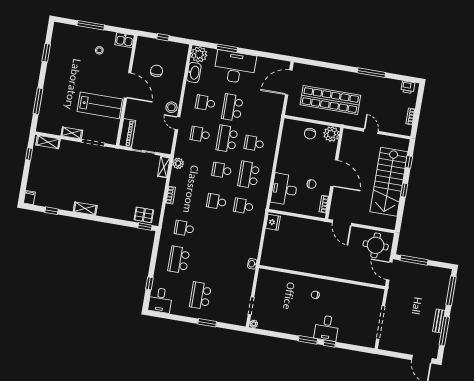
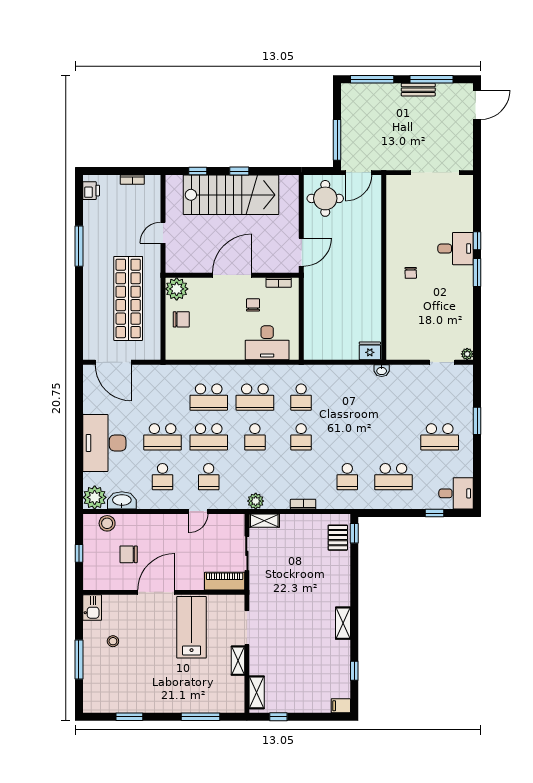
window: (227, 48) -> (79, 459), removed
stool: (171, 107) -> (107, 523), moved
school desk: (254, 143) -> (209, 397), width x1.85
fridge: (273, 222) -> (370, 351), moved

